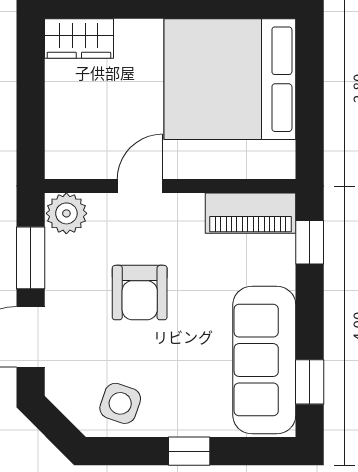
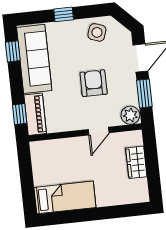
wardrobe: (79, 39) -> (136, 162), moved, turned -90
bed: (230, 79) -> (65, 197), width x0.49
piano: (251, 213) -> (35, 114), moved, turned 90

